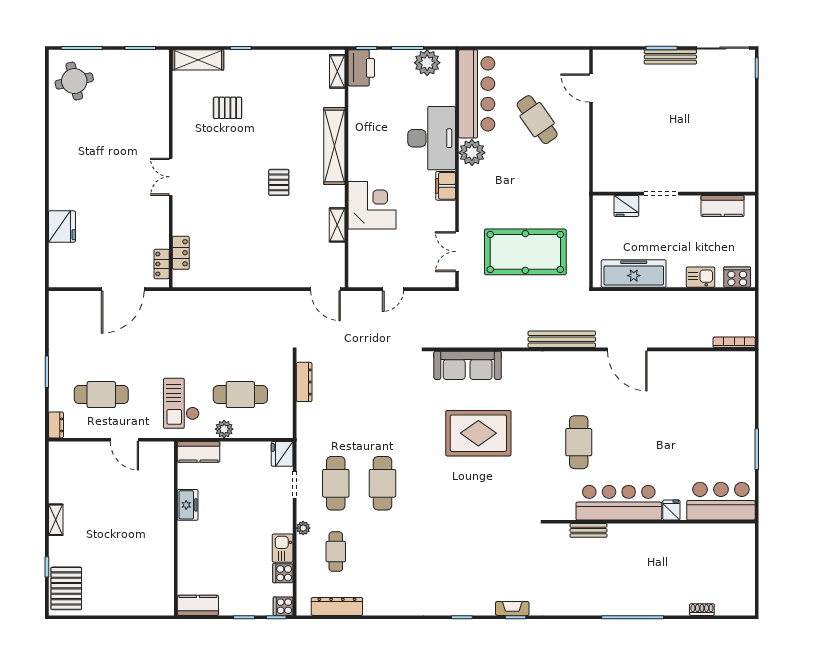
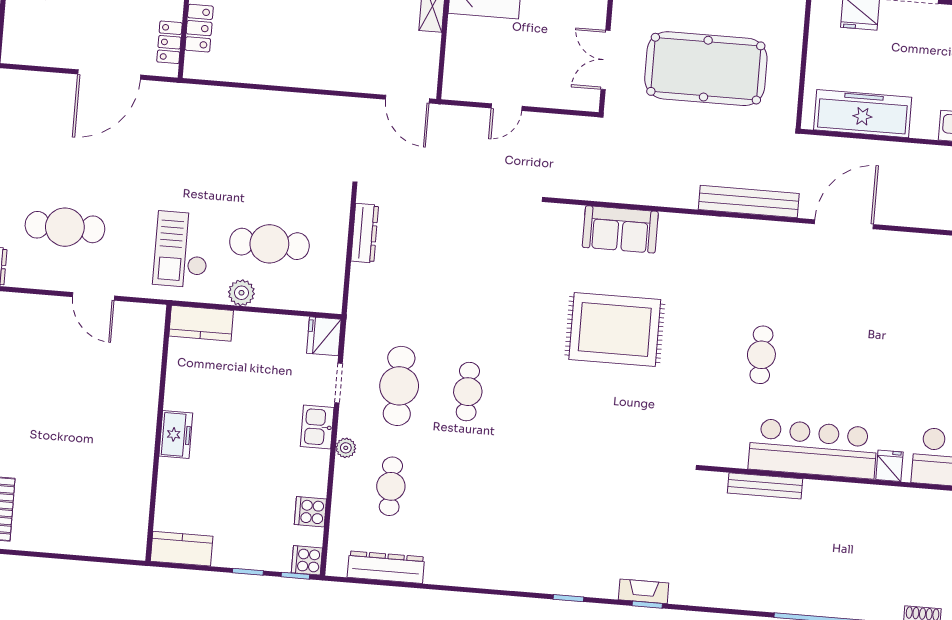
door: (627, 349) -> (844, 224), swing flipped
sofa: (468, 365) -> (620, 229), width x0.73
cafe table: (579, 442) -> (761, 355), width x0.73, depth x0.74
cafe table: (382, 483) -> (468, 392), width x0.73, depth x0.74
freezer: (188, 505) -> (176, 435), moved
bench: (588, 530) -> (765, 486), width x1.36
kitchen sink: (283, 548) -> (317, 427), moved

